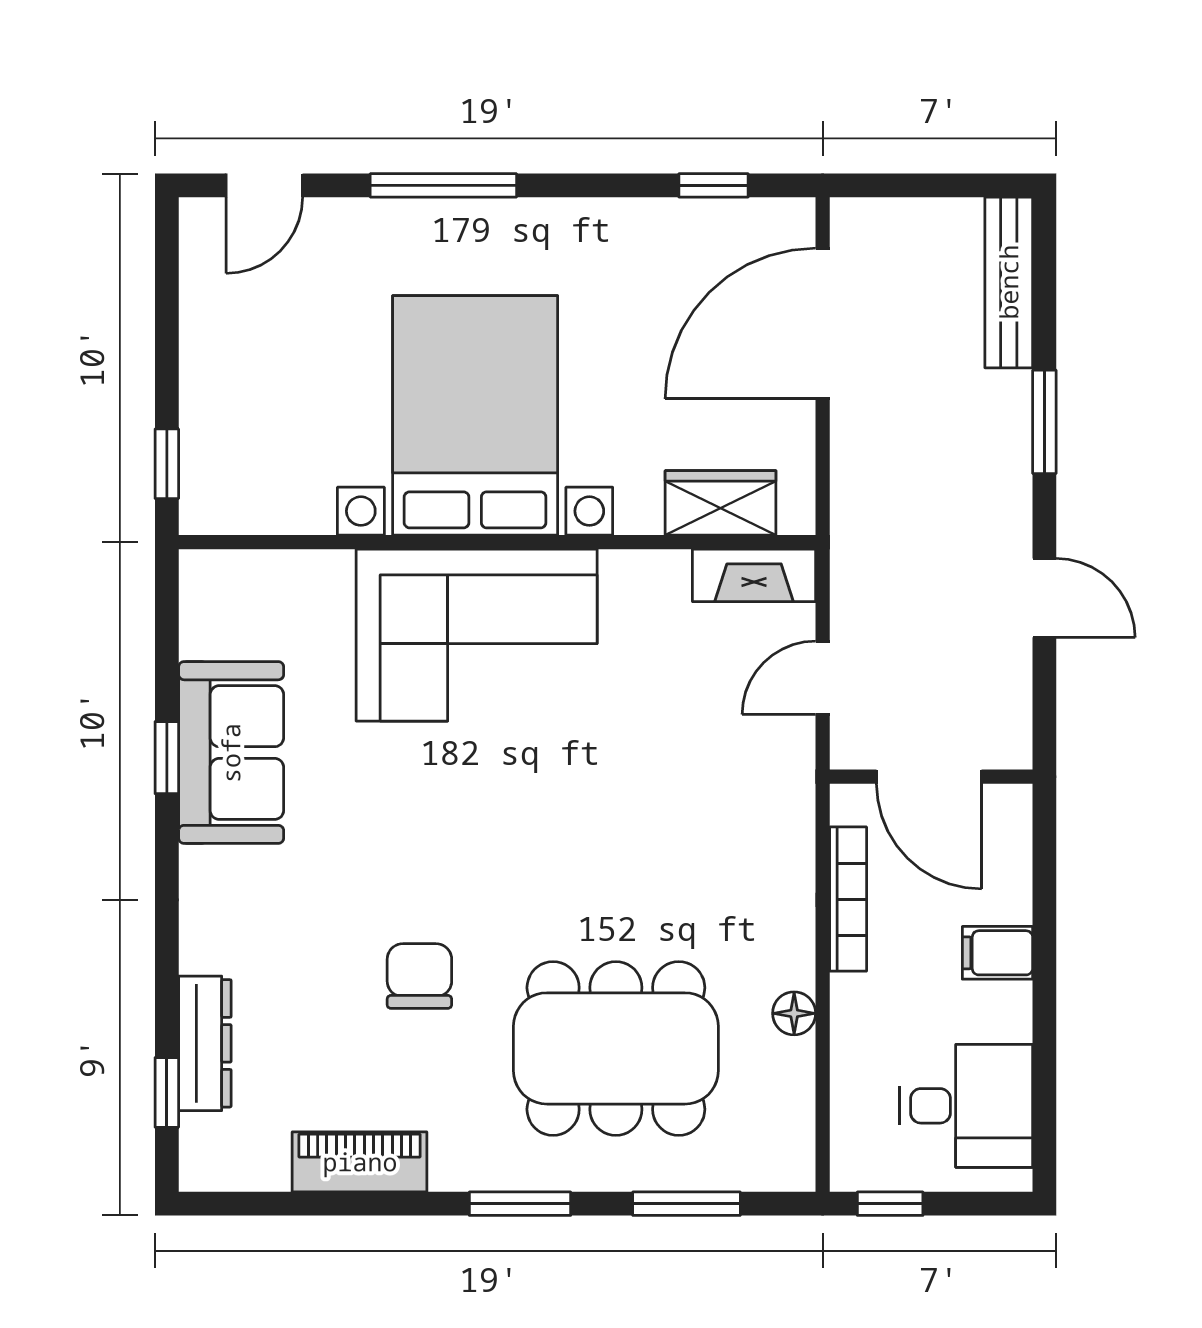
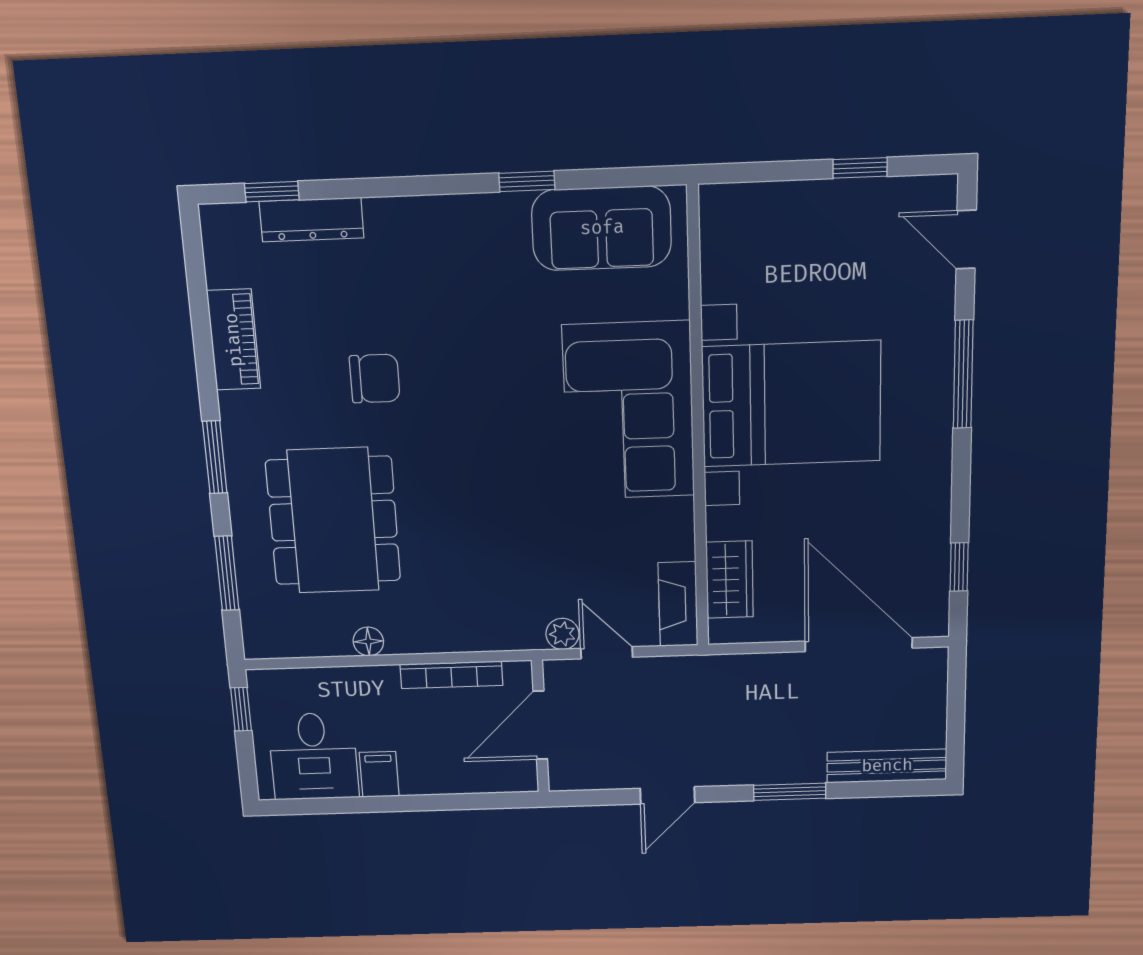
window: (167, 464) -> (860, 168), moved
plant: (792, 739) -> (562, 634), added
sofa: (231, 753) -> (602, 228), moved
filing cabinet: (998, 953) -> (379, 774), moved

